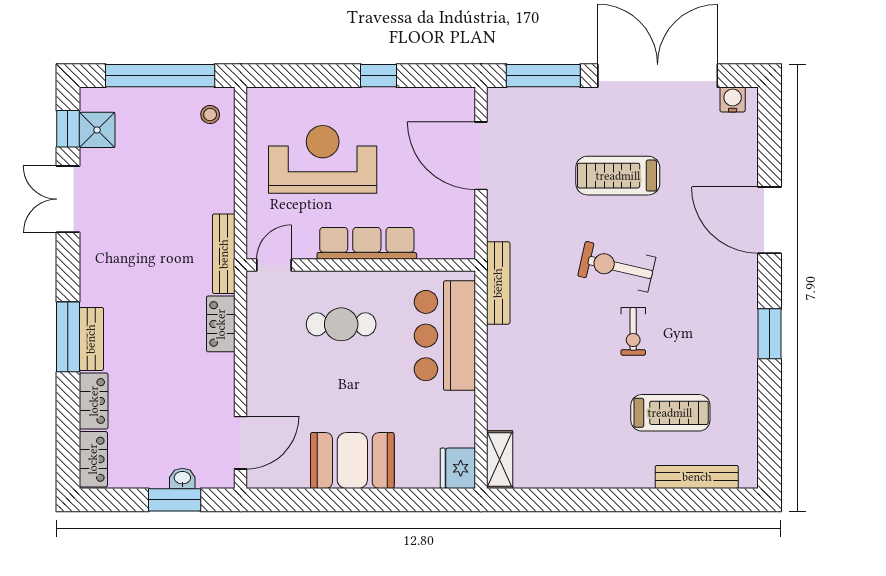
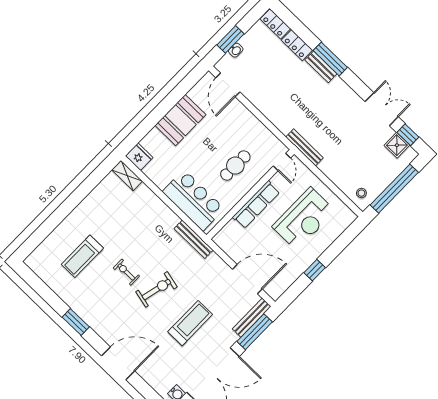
locker: (221, 324) -> (279, 121), removed
bench: (697, 477) -> (252, 318), moved

